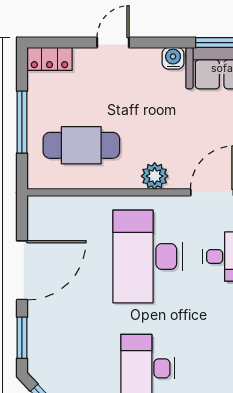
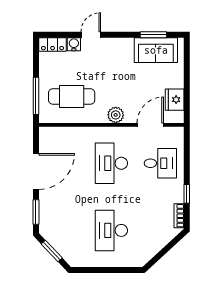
water cooler: (173, 58) -> (74, 44), moved
window: (22, 122) -> (36, 96), moved
desk: (147, 256) -> (111, 163), width x0.73, depth x0.77

